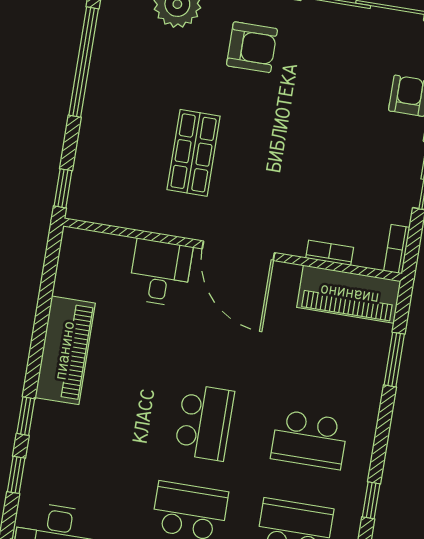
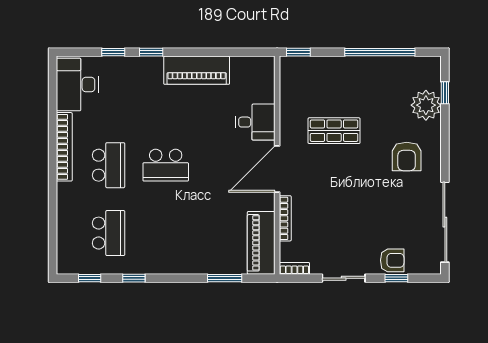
bookcase: (330, 253) -> (285, 218), width x1.56
school desk: (309, 440) -> (166, 233), removed

